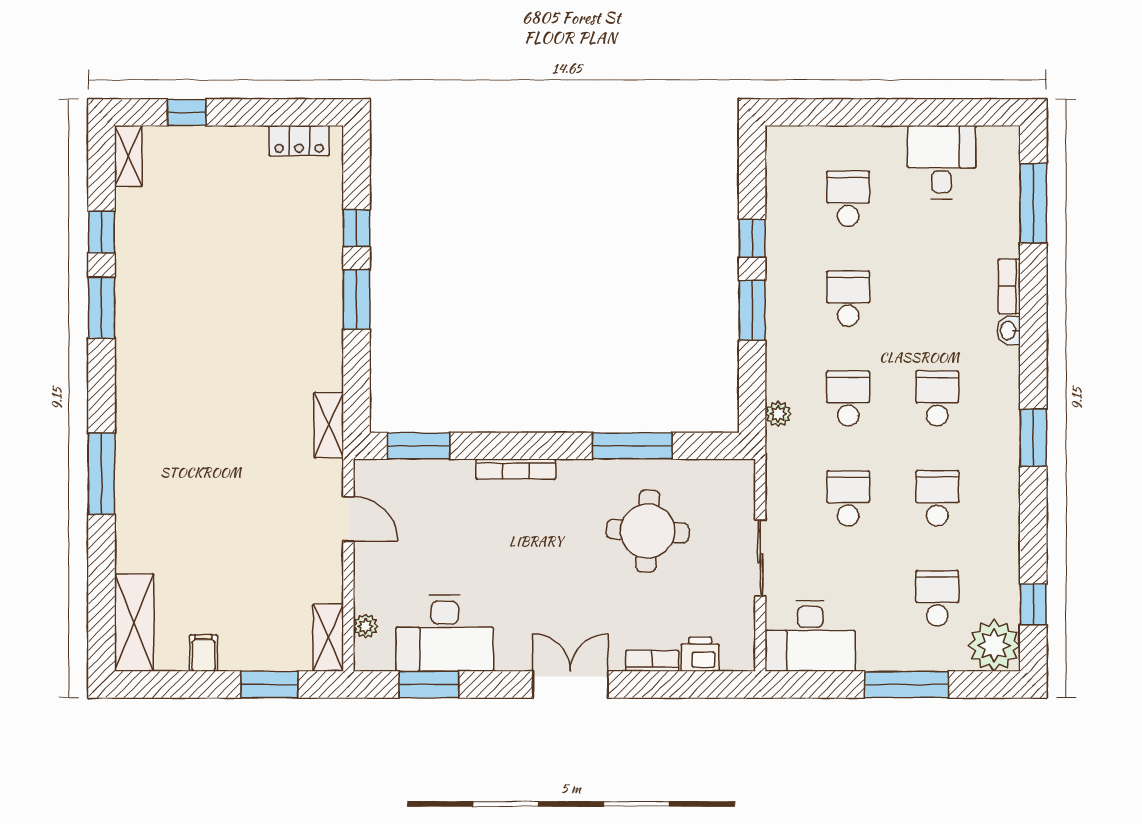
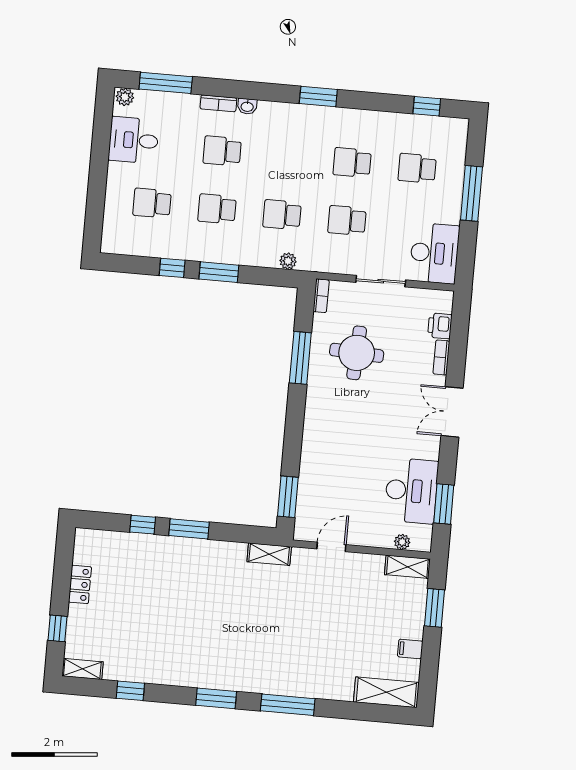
locker: (299, 141) -> (80, 584), moved
window: (102, 308) -> (216, 698), moved
school desk: (937, 398) -> (222, 151), moved
bookcase: (516, 469) -> (321, 296), moved, width x0.64
plant: (994, 645) -> (125, 97), moved, width x0.53, depth x0.53

